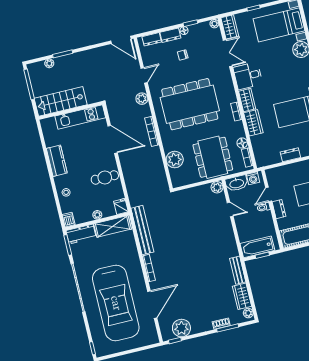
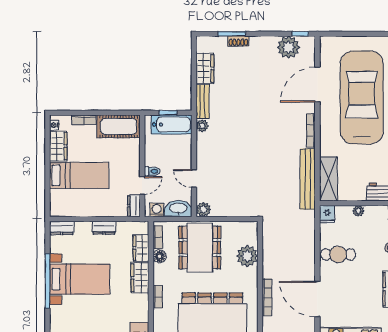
wardrobe: (247, 100) -> (141, 248), moved
dresser: (279, 209) -> (134, 206), moved
shelving: (113, 226) -> (328, 179), moved, turned 90
plant: (248, 313) -> (202, 126), moved

